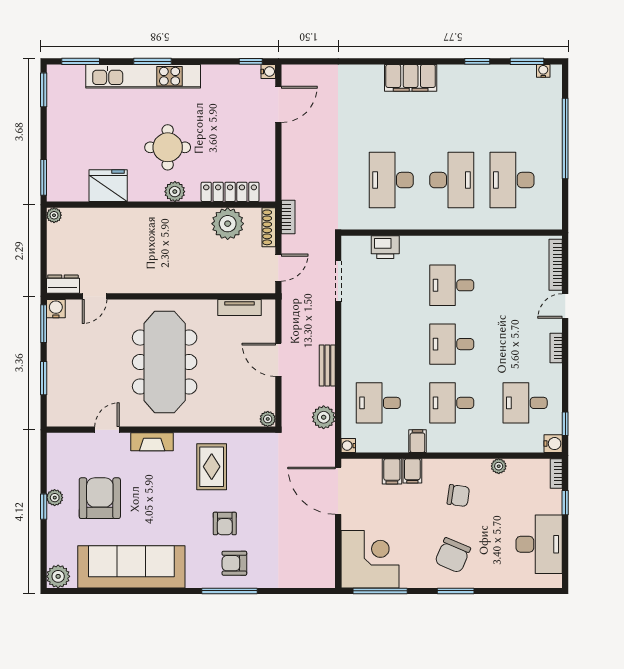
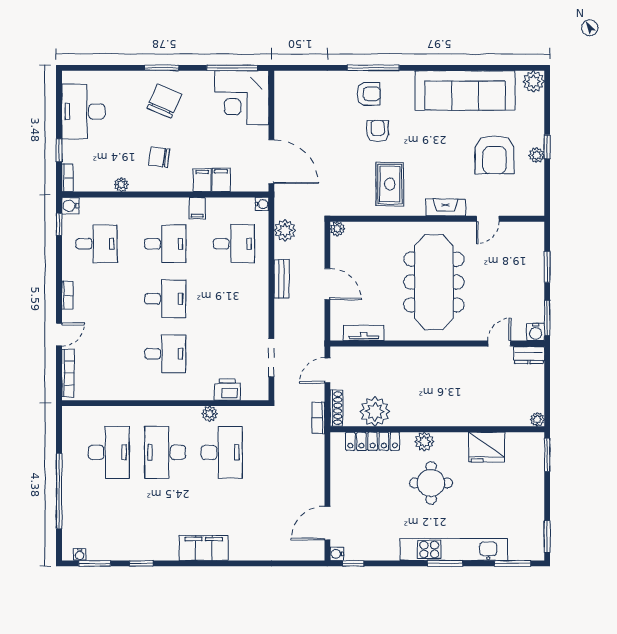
plant: (404, 221) -> (210, 414), added

